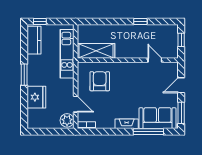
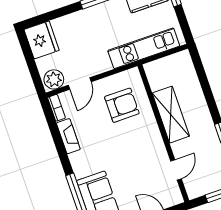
shelving: (96, 51) -> (171, 115), moved
fridge: (36, 97) -> (42, 40), moved, turned -90
fireplace: (127, 124) -> (68, 136), moved

